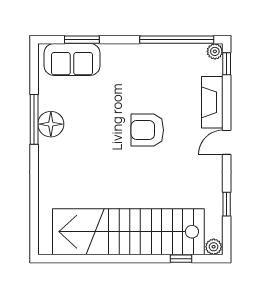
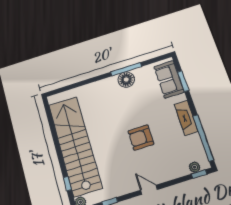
plant: (215, 51) -> (195, 167), moved
fireplace: (212, 102) -> (186, 118), moved, turned -90
armchair: (147, 130) -> (141, 138), turned -90

